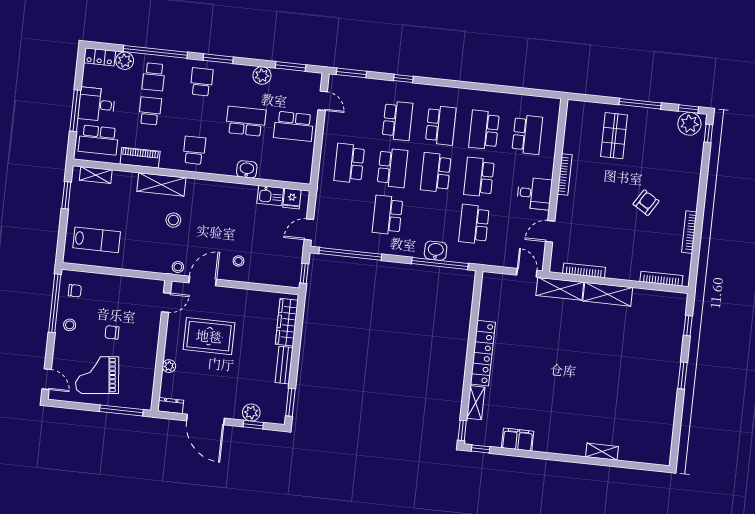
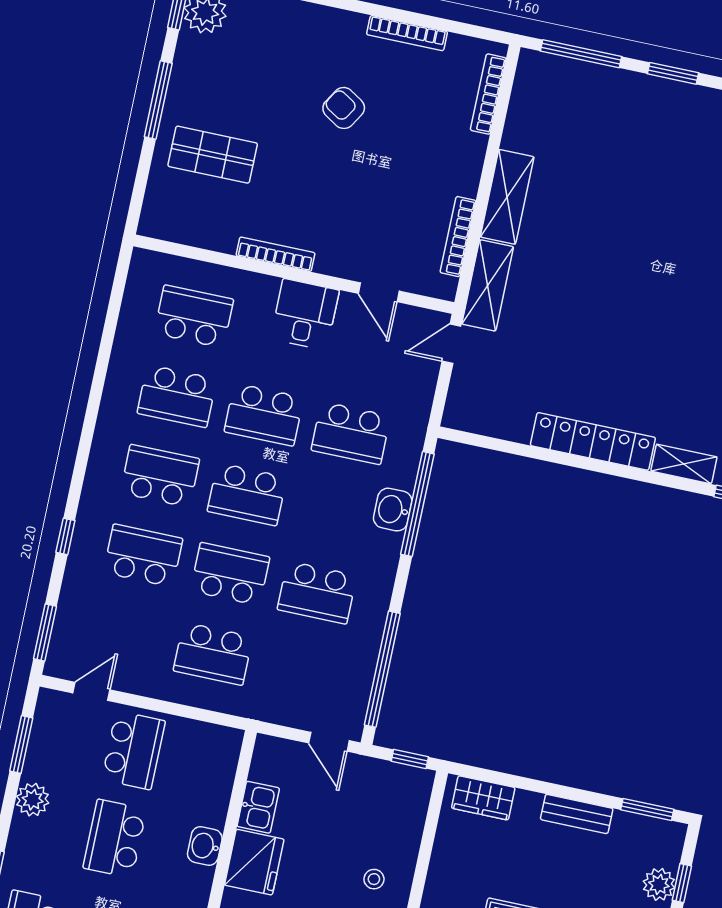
fridge: (292, 199) -> (254, 862), moved, width x1.88, depth x1.34
wardrobe: (287, 322) -> (483, 798), width x0.67
window: (688, 326) -> (581, 54), width x2.17

